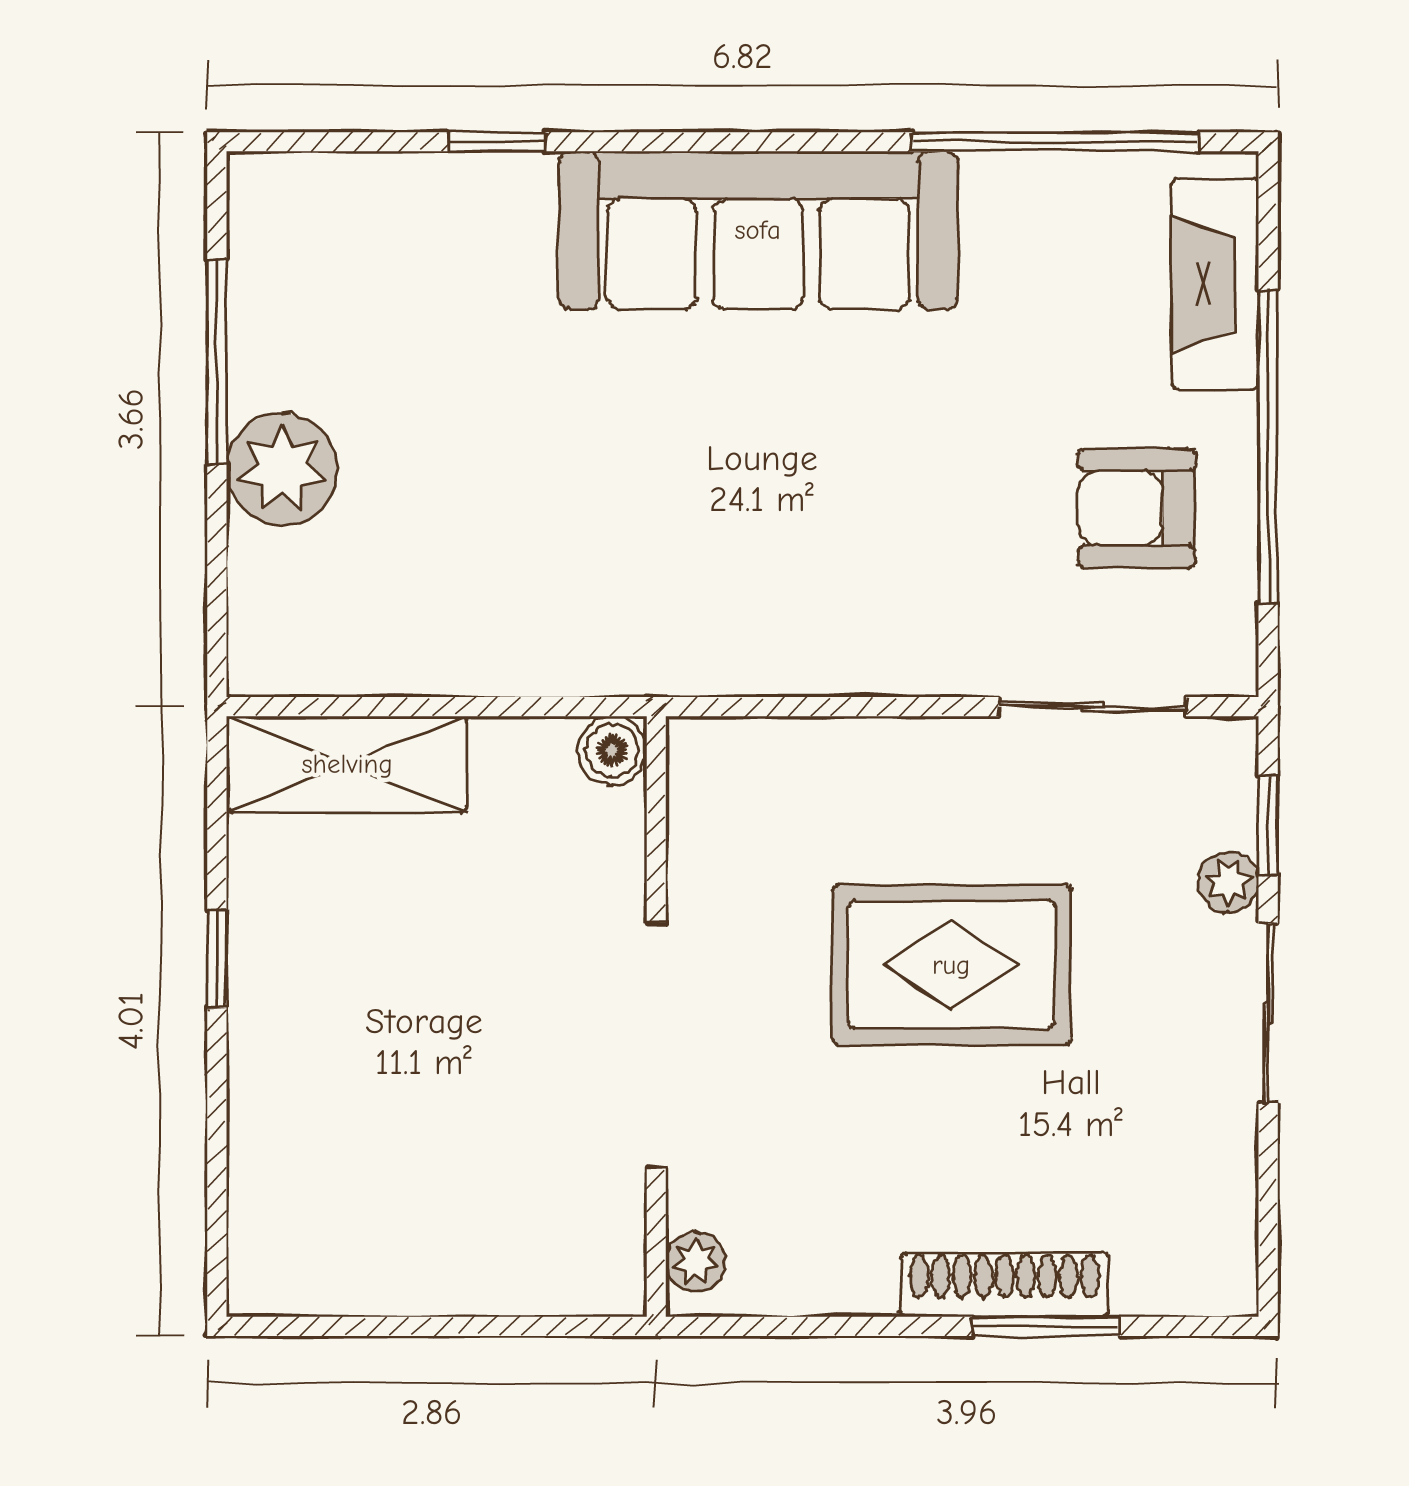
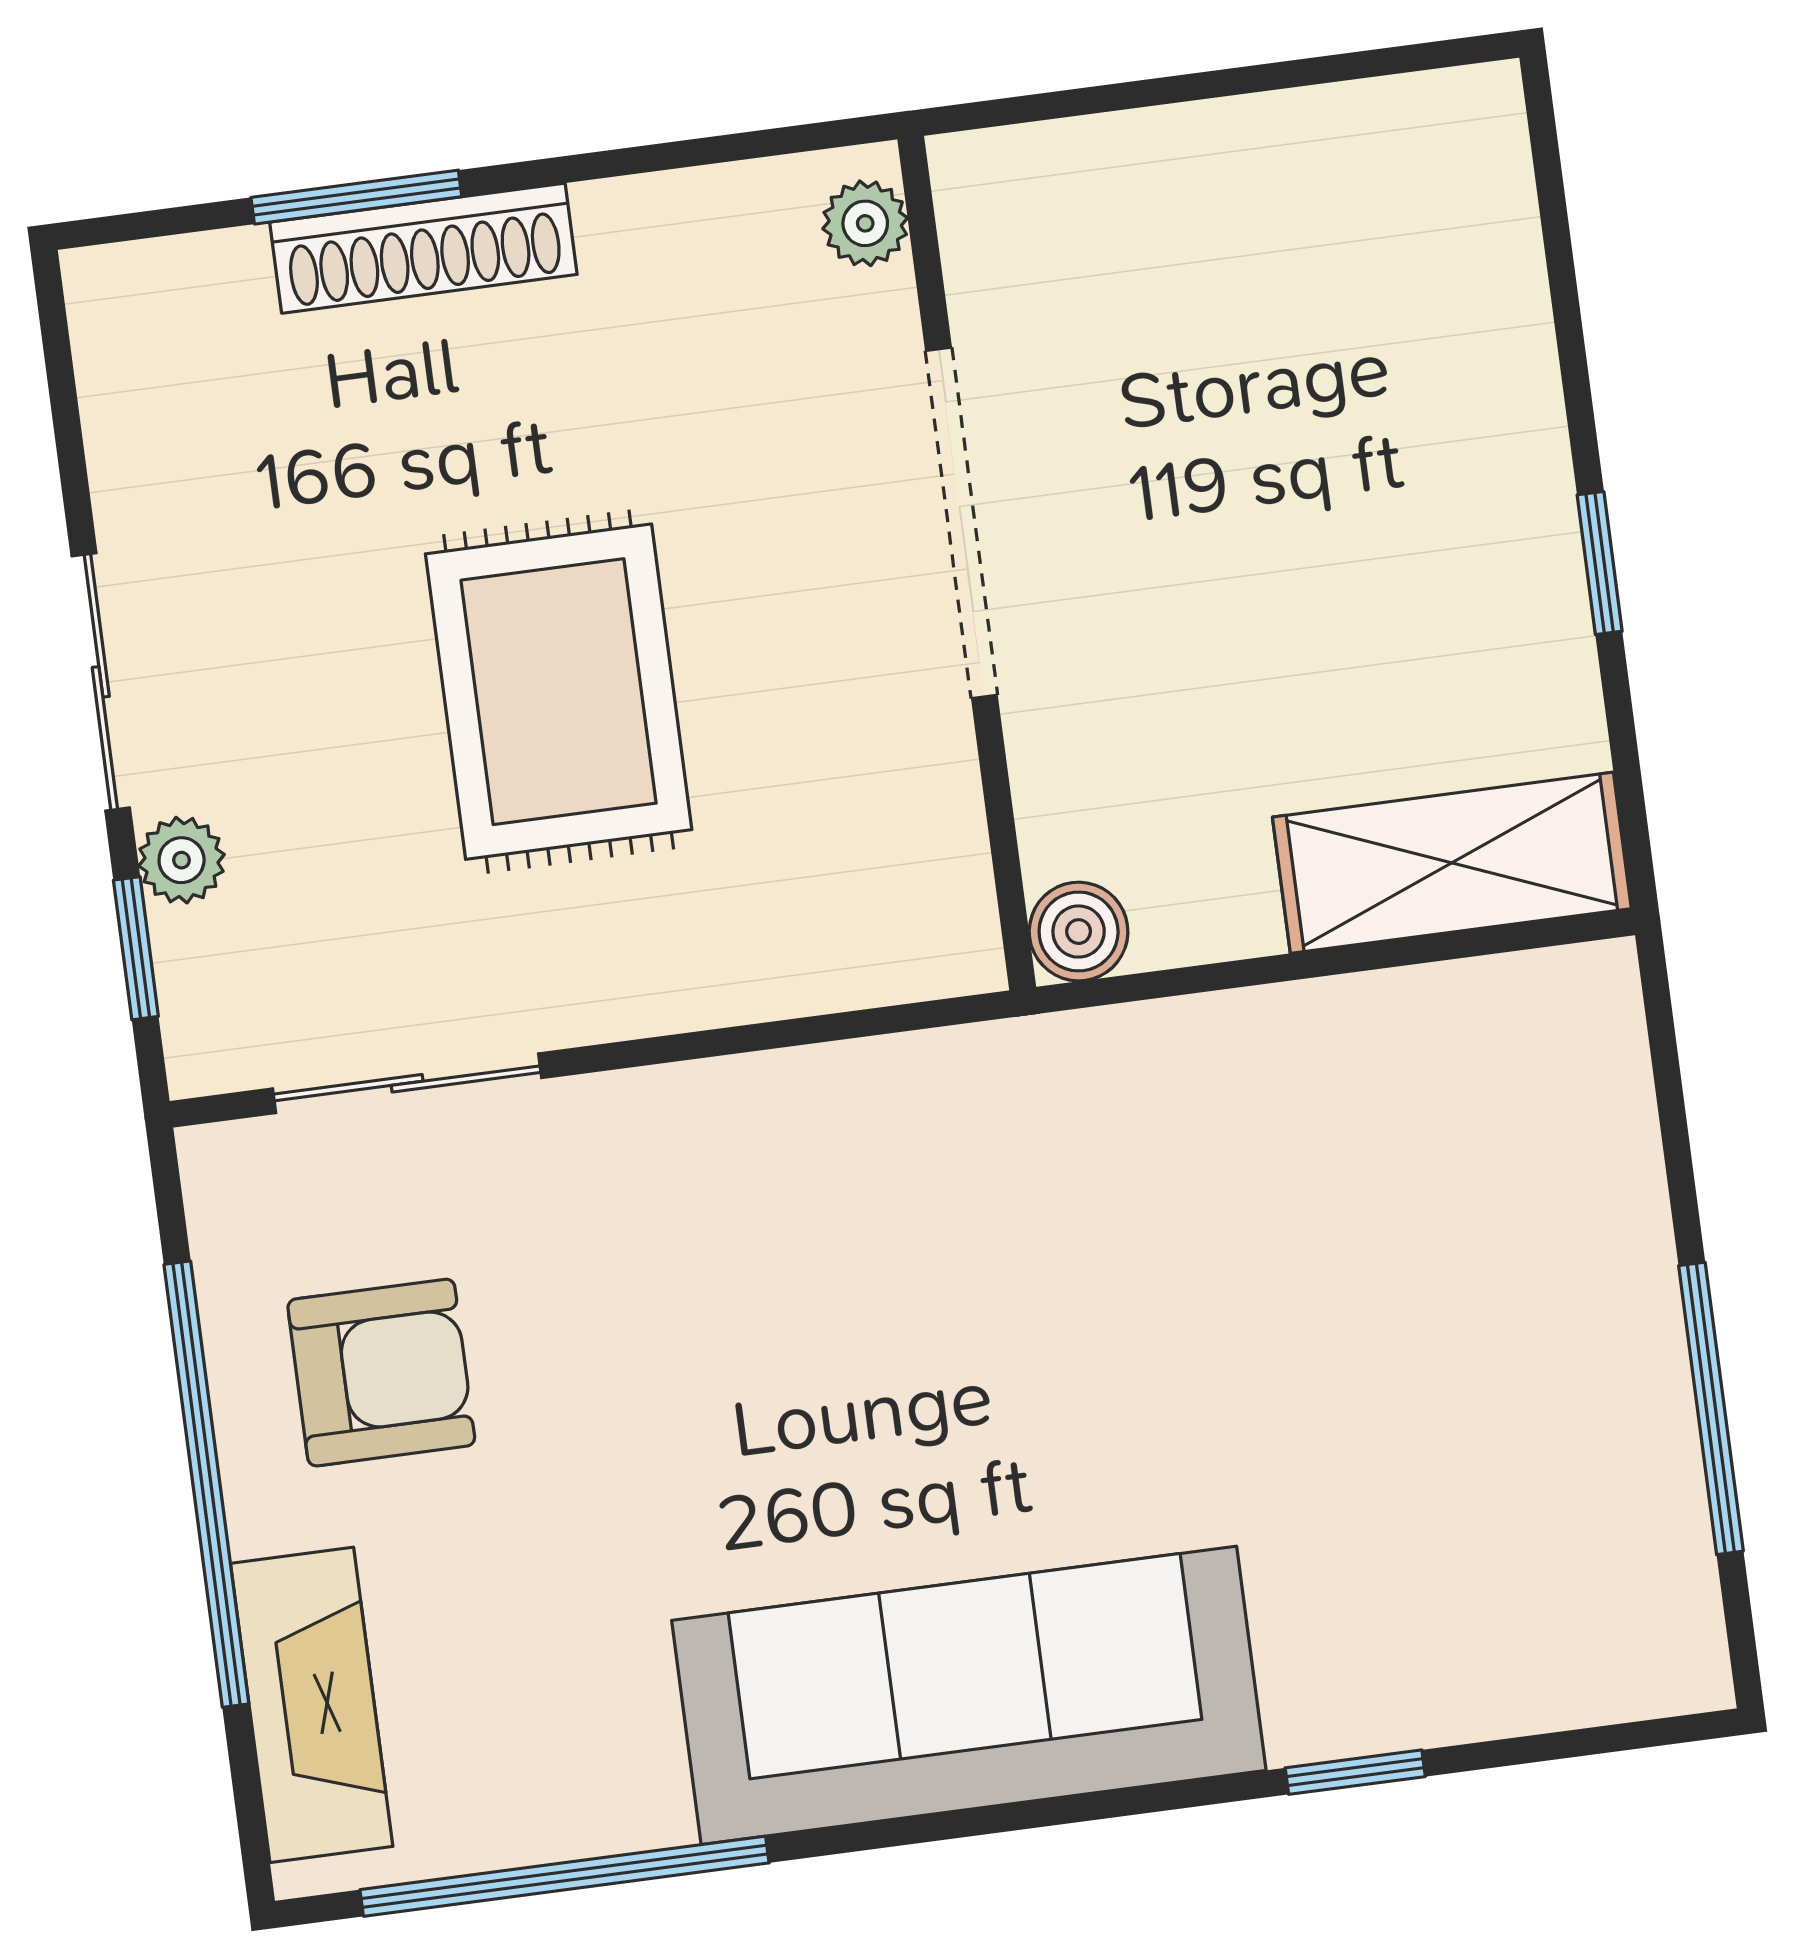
plant: (282, 469) -> (1599, 1268), removed
rug: (951, 965) -> (559, 692), turned 90

